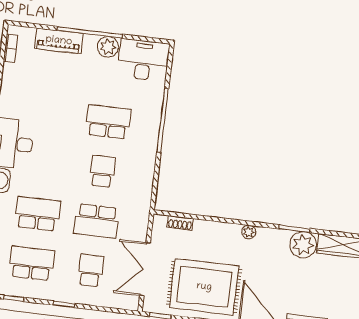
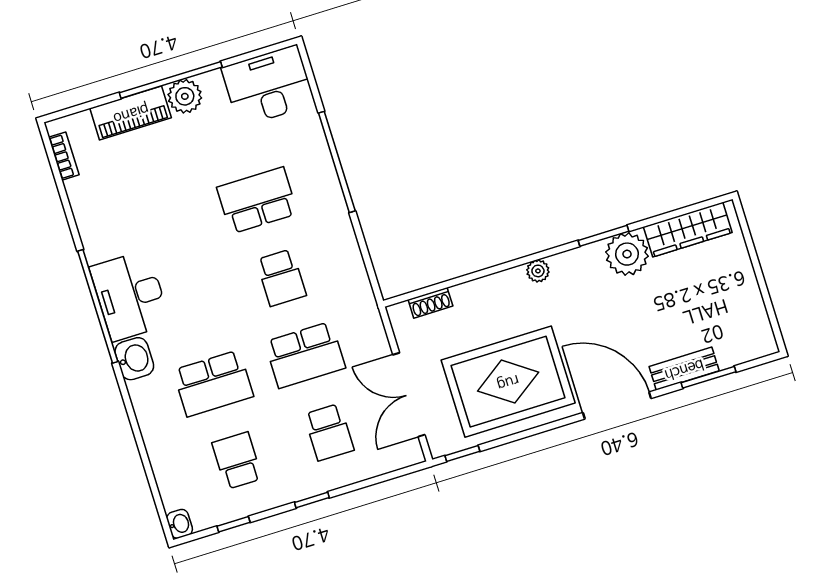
plant: (108, 47) -> (185, 96), moved
school desk: (102, 171) -> (281, 278), turned 180
school desk: (38, 214) -> (213, 383), turned 180
school desk: (32, 263) -> (237, 461), width x0.54
school desk: (91, 270) -> (329, 432), turned 180

